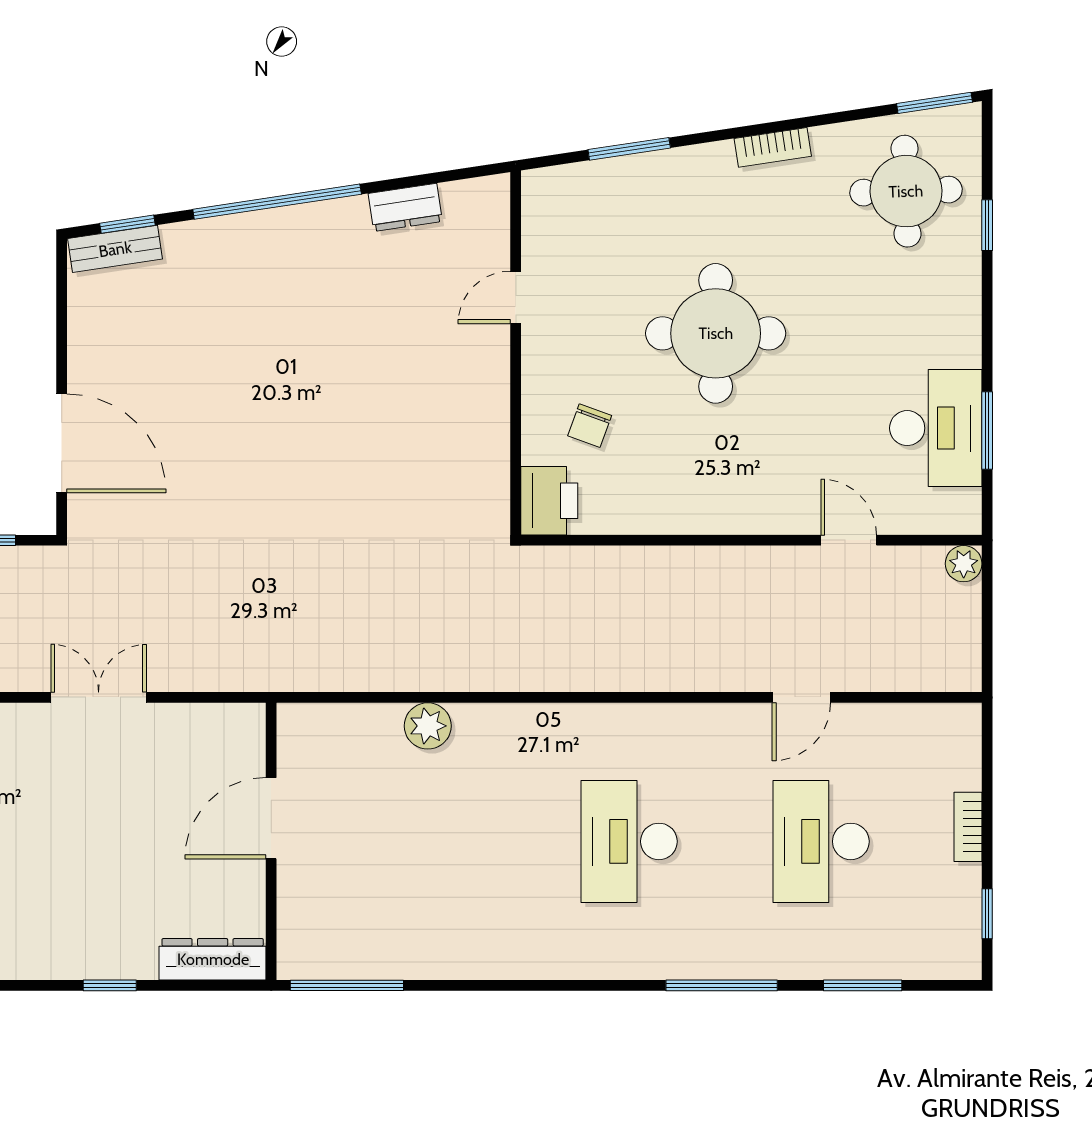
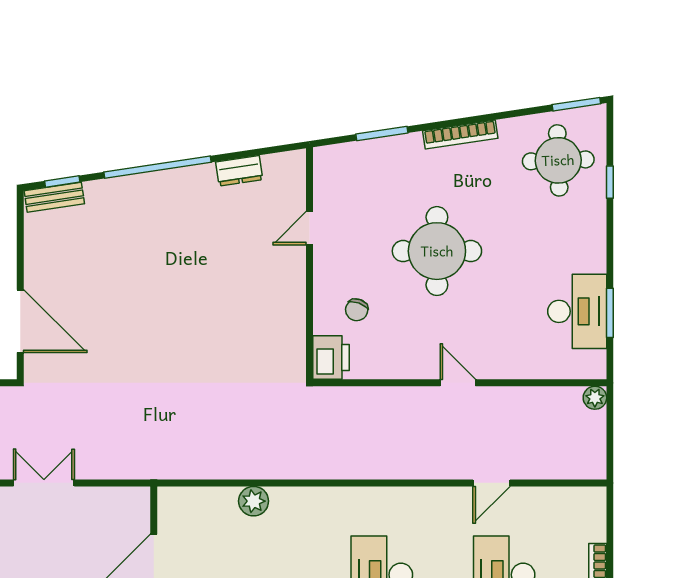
bookcase: (773, 147) -> (460, 135), width x1.56
door: (849, 540) -> (458, 383), moved

